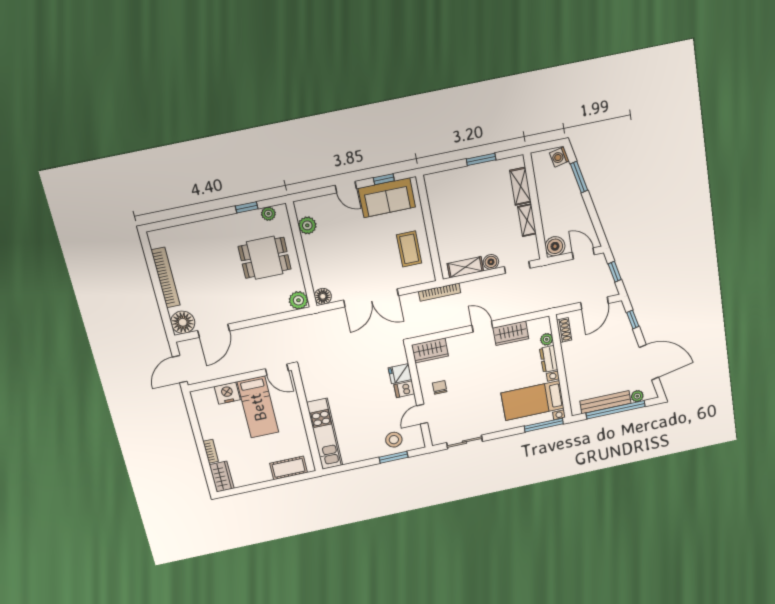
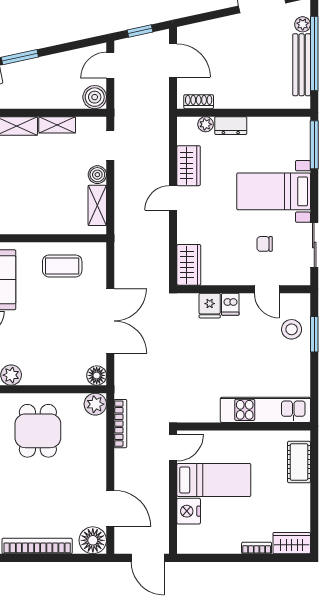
bookcase: (440, 292) -> (120, 424), moved
window: (633, 319) -> (203, 17), removed
chair: (440, 387) -> (265, 244), moved
bed with nightstands: (533, 401) -> (274, 191), moved, turned 90

